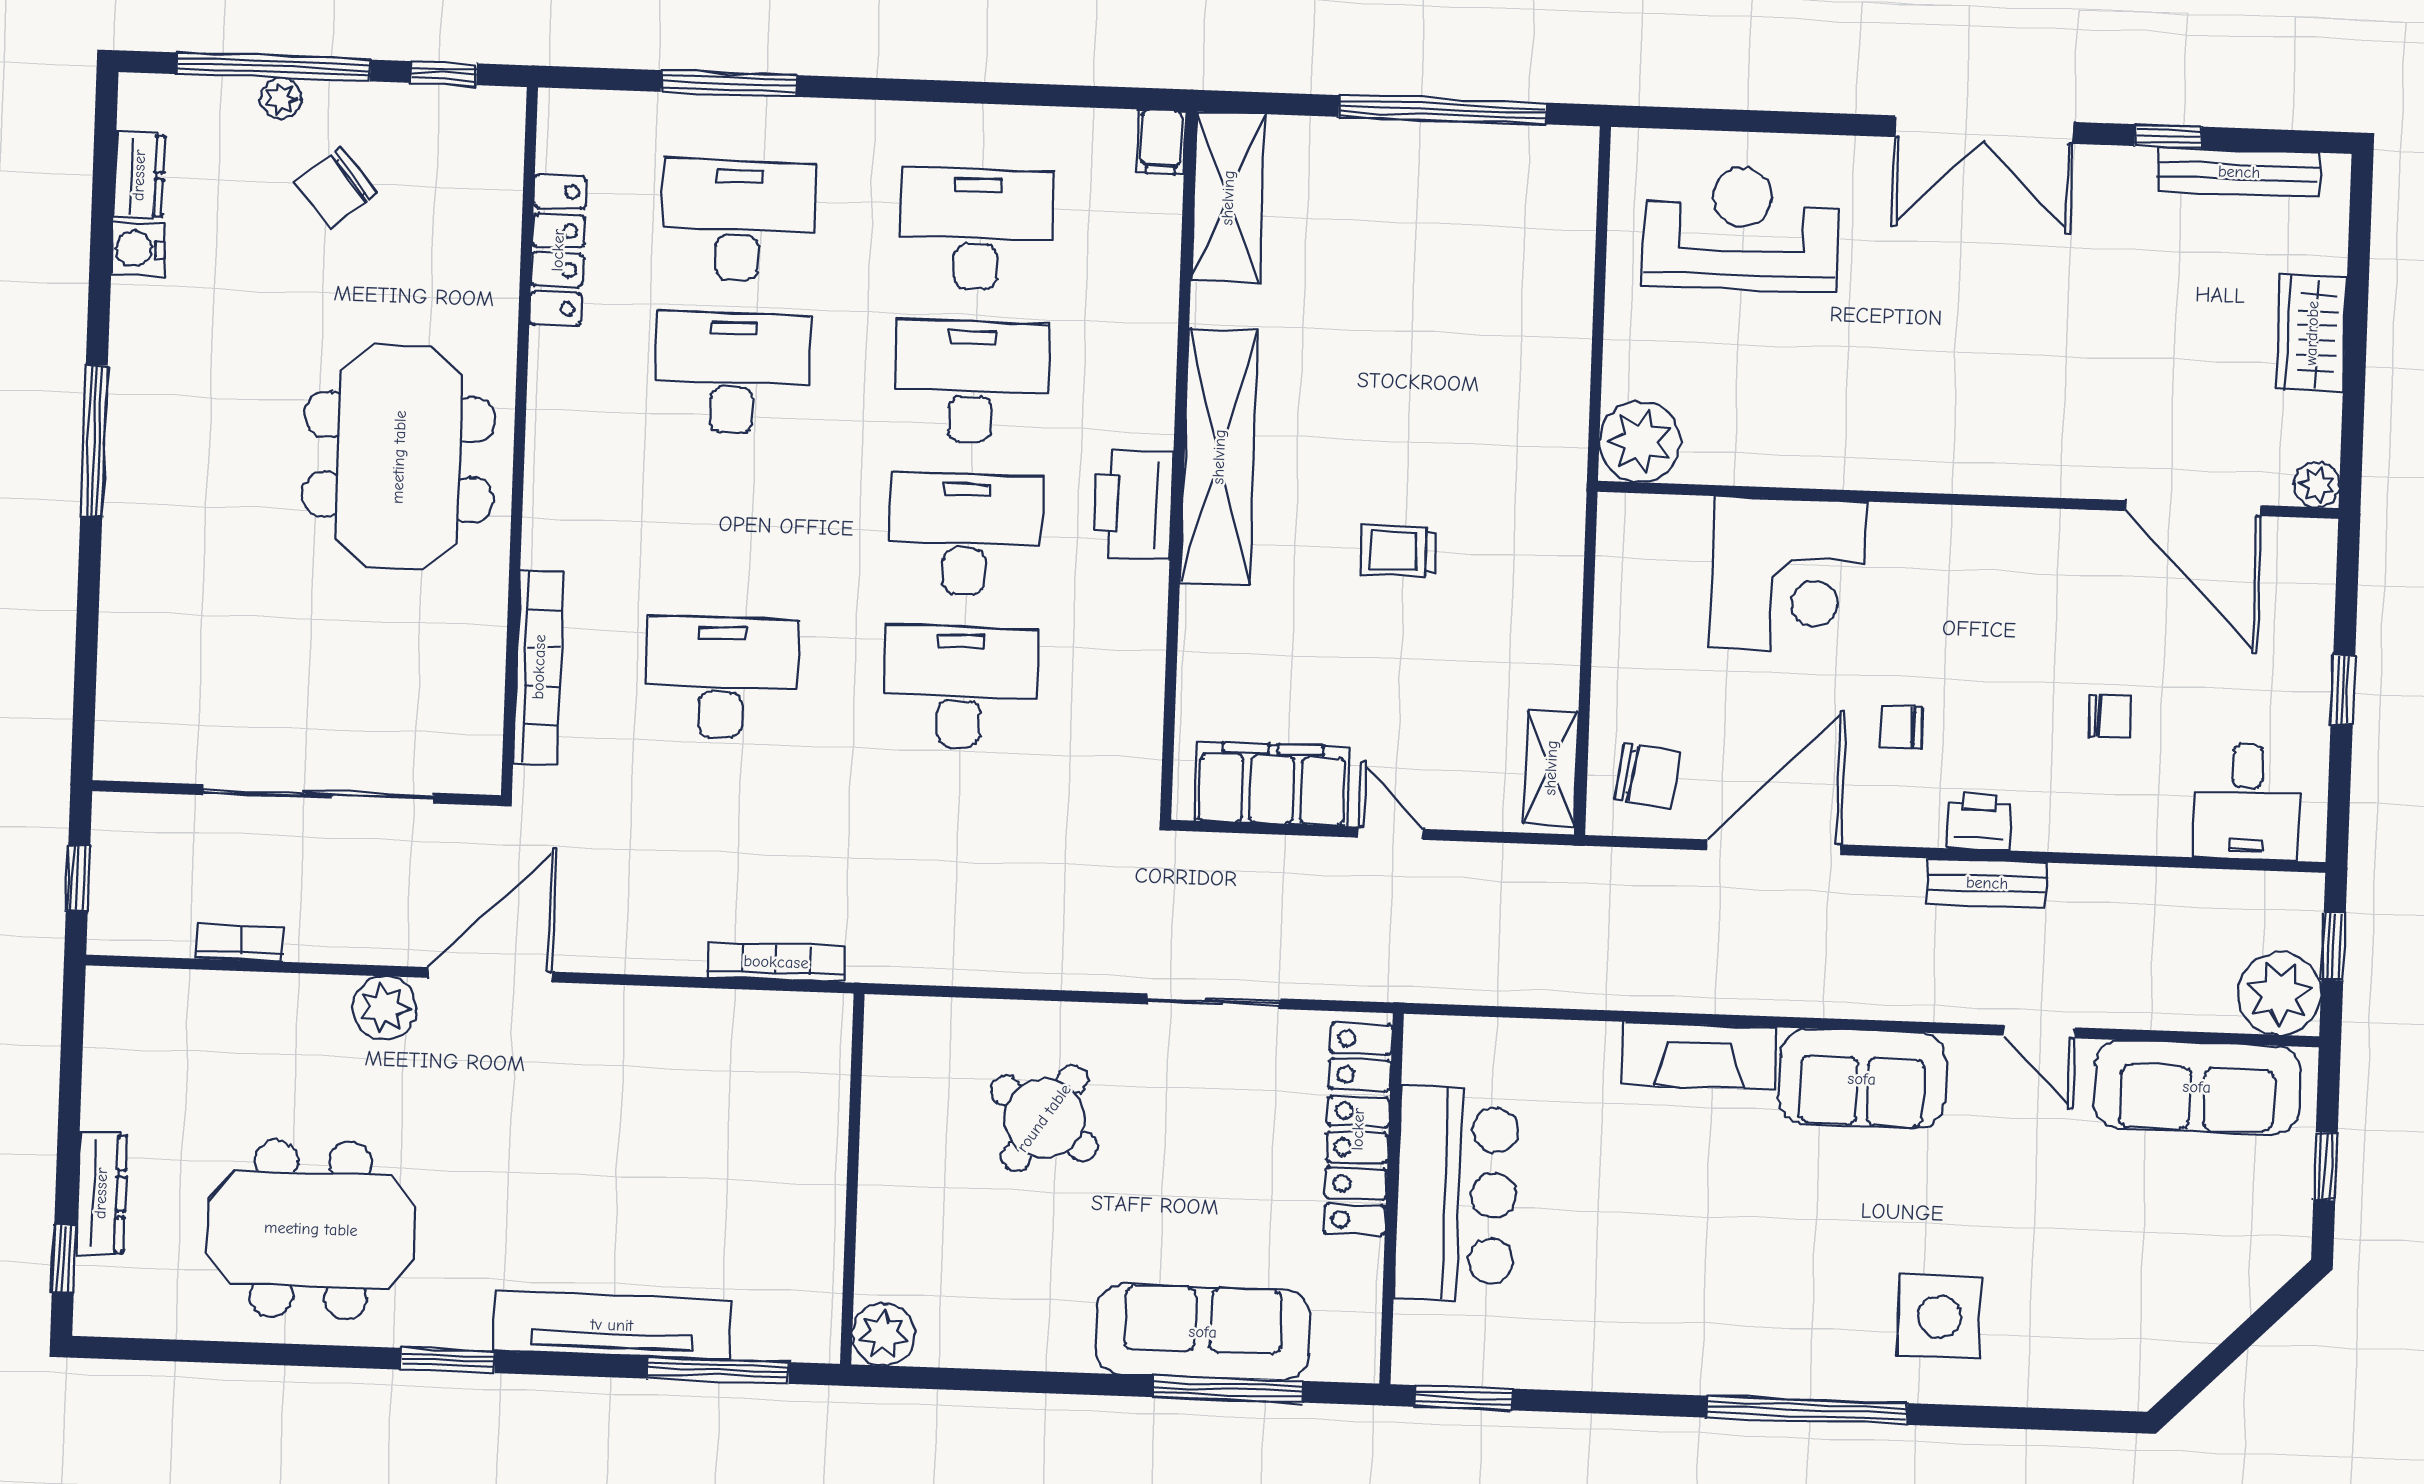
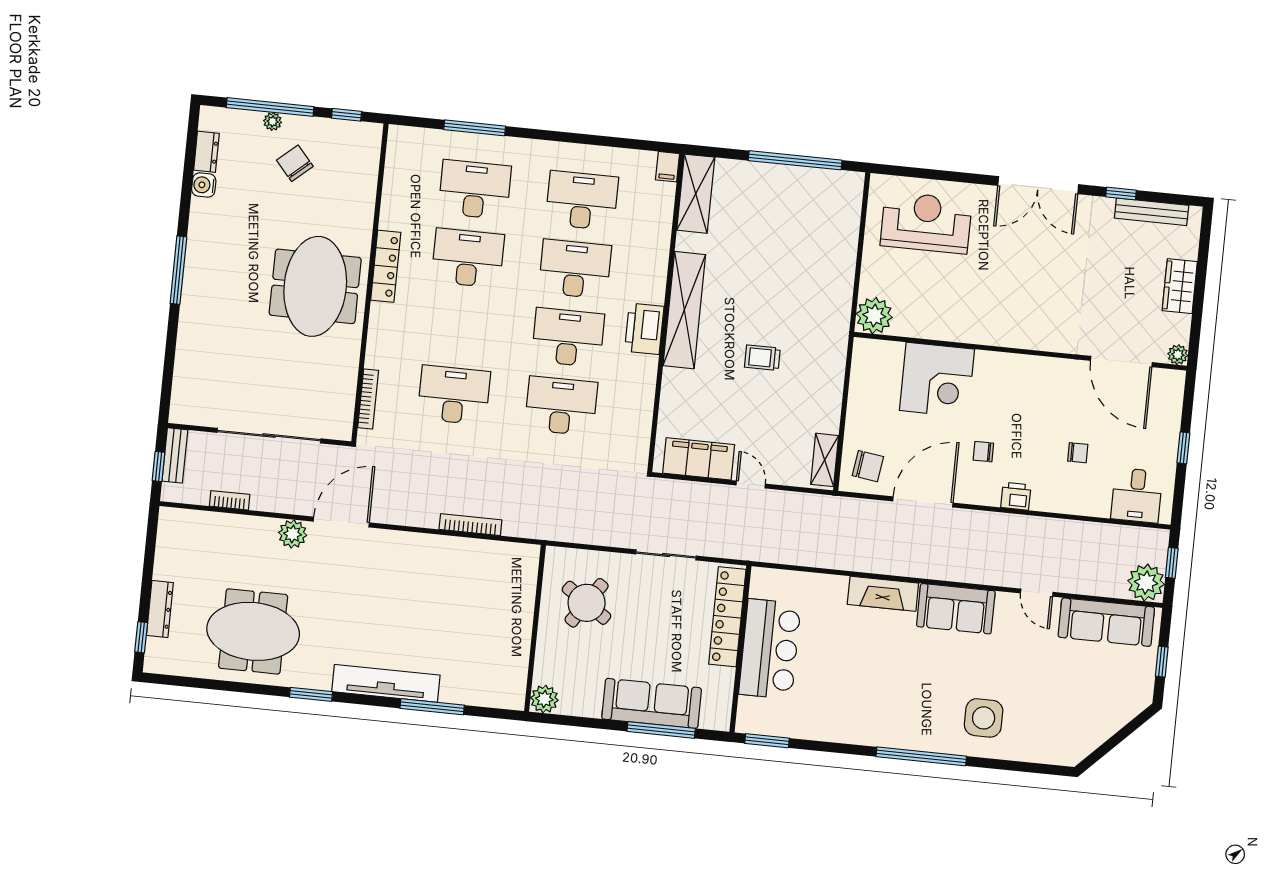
chair: (336, 188) -> (295, 163), turned 89
locker: (558, 250) -> (386, 266), moved
bookcase: (539, 667) -> (368, 399), width x0.68, depth x0.76
bench: (1987, 883) -> (175, 455), moved, turned 90
wall: (852, 1179) -> (535, 628), moved
plant: (883, 1334) -> (544, 699), moved

